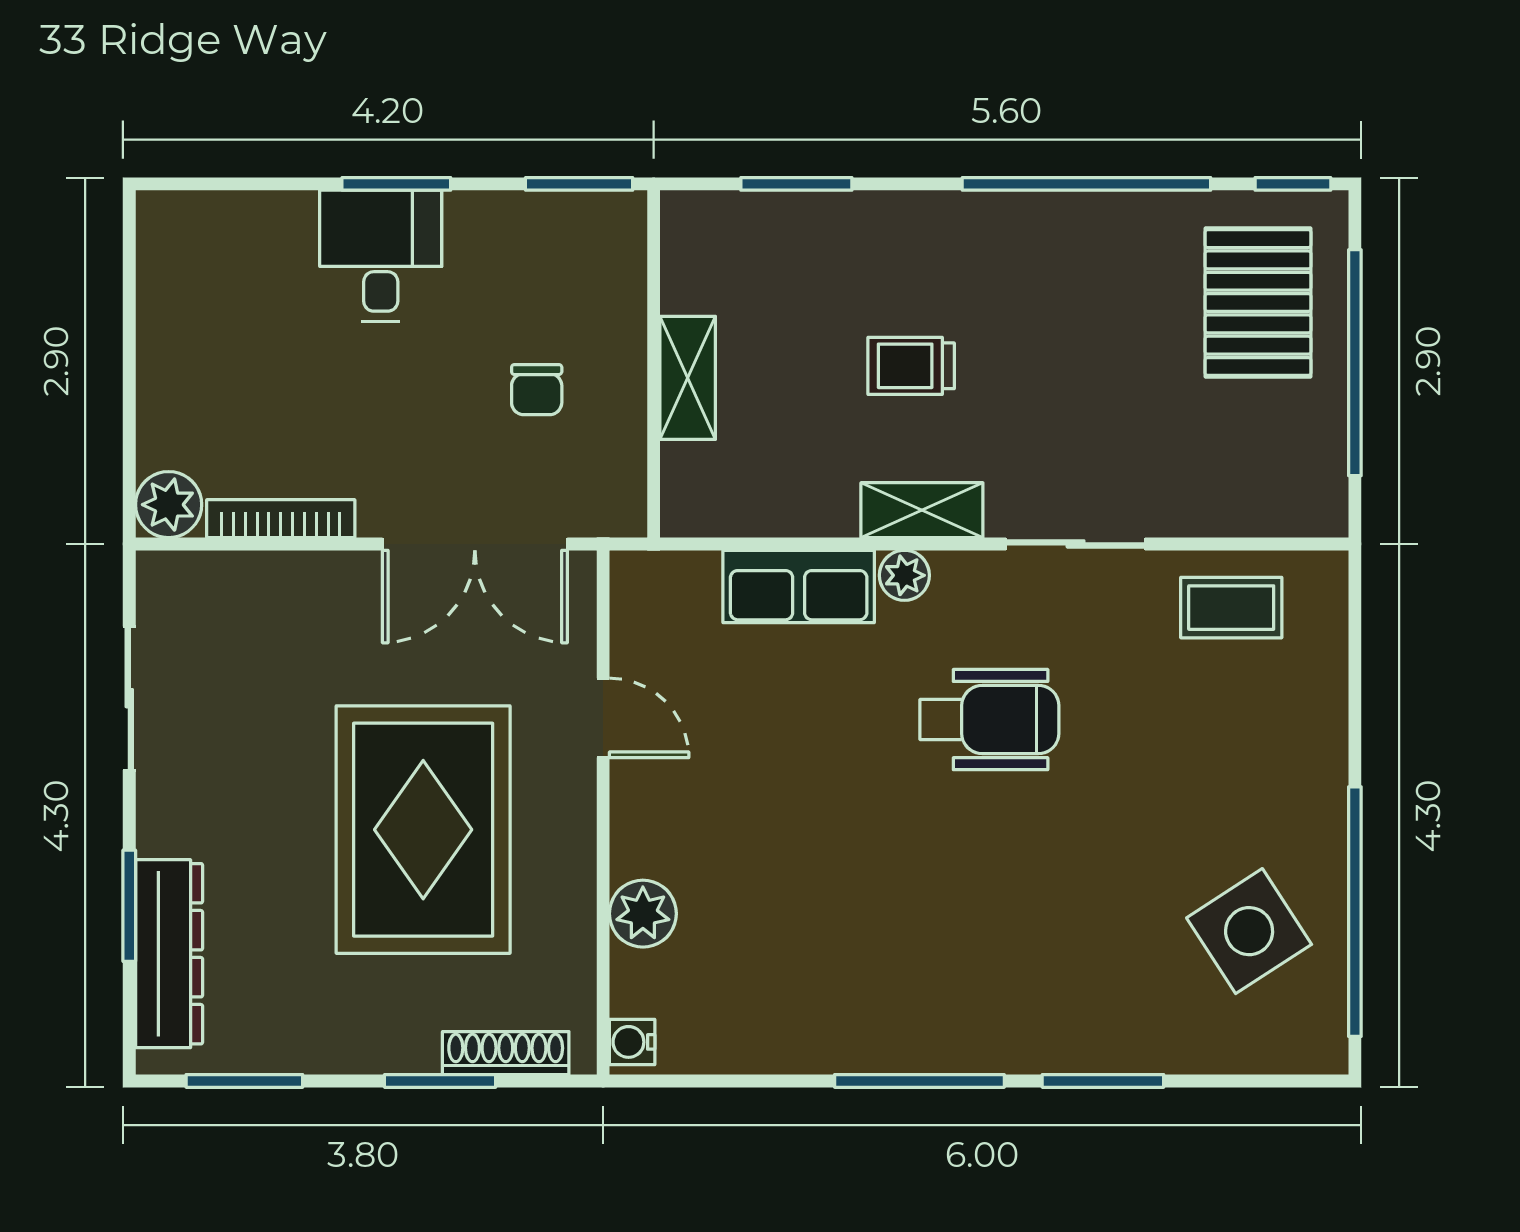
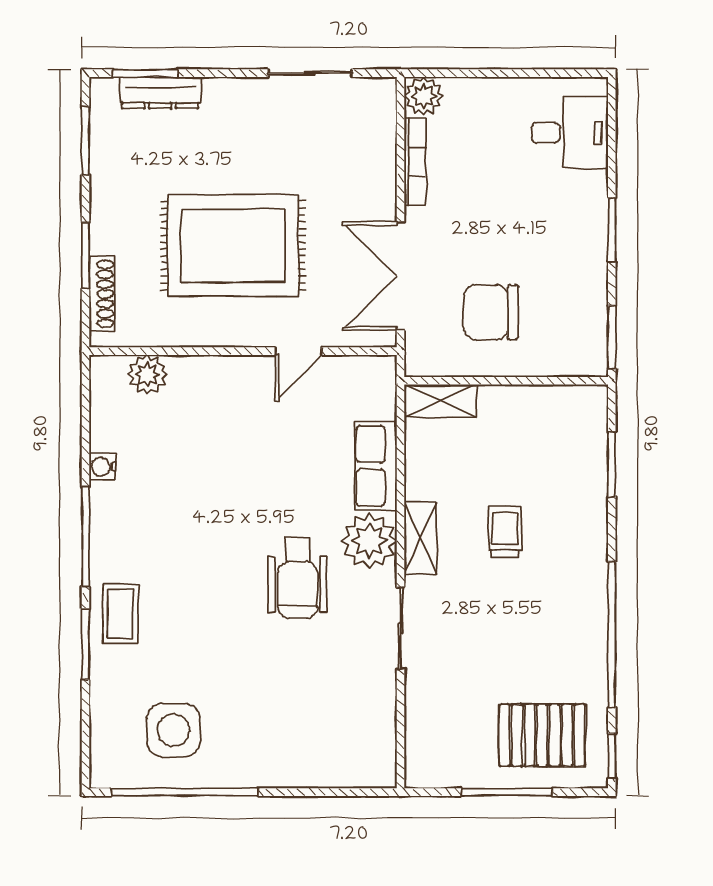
desk: (381, 256) -> (569, 133), moved
window: (1355, 363) -> (507, 792), width x0.68
shelving: (688, 378) -> (440, 401), moved
chair: (537, 390) -> (491, 312), width x1.87, depth x1.87
plant: (904, 575) -> (369, 541), width x1.88, depth x1.88
coffee table: (1231, 608) -> (120, 614), moved
window: (129, 906) -> (145, 73), moved
plant: (643, 914) -> (147, 374), moved
side table: (1249, 931) -> (173, 730), turned 33
dresser: (169, 954) -> (160, 93), width x0.73, depth x0.80
water cooler: (632, 1042) -> (103, 467), moved, turned -90

